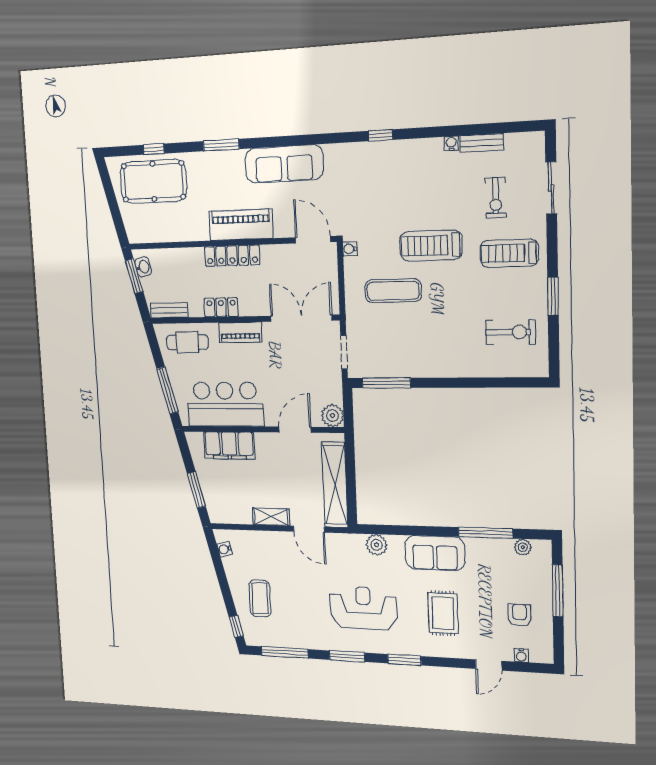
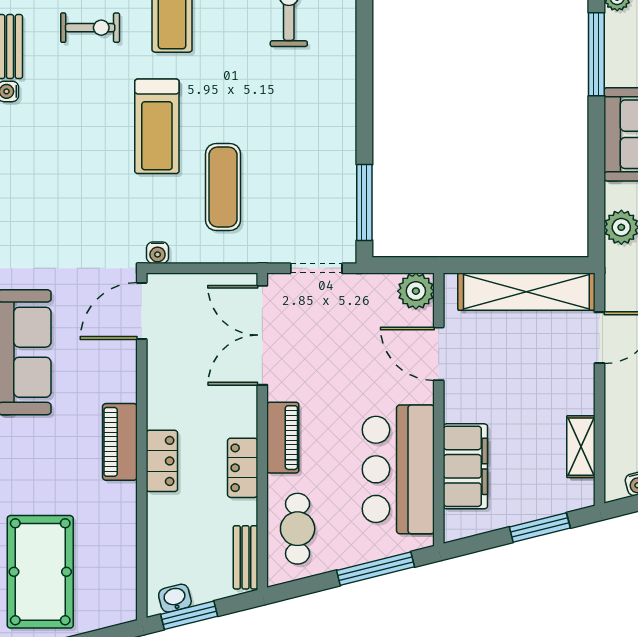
piano: (241, 225) -> (120, 442), width x0.73, depth x0.75
locker: (232, 256) -> (162, 461), width x0.66
shelving: (271, 517) -> (581, 447), moved

